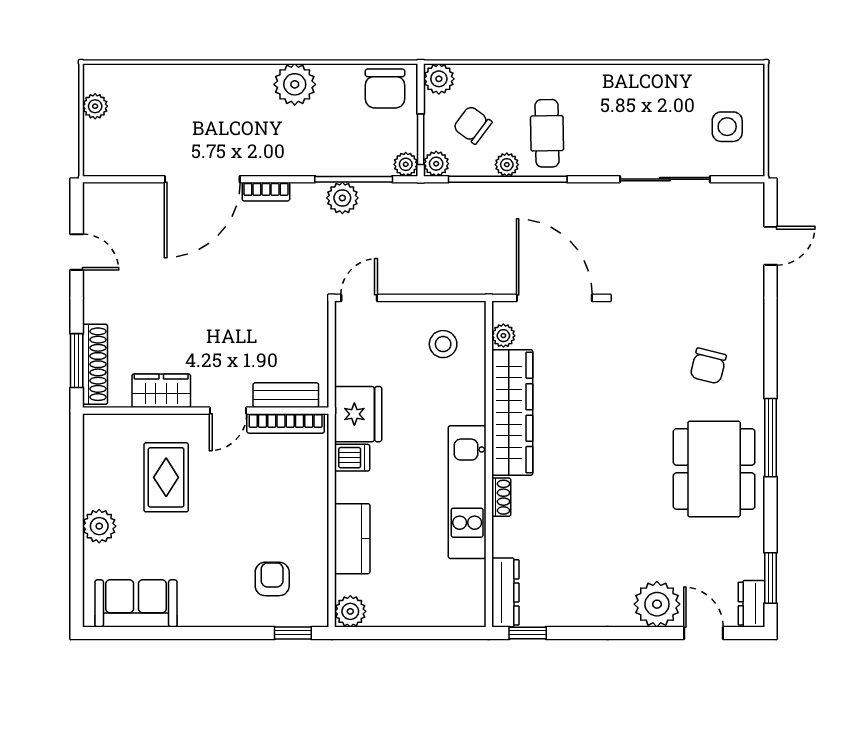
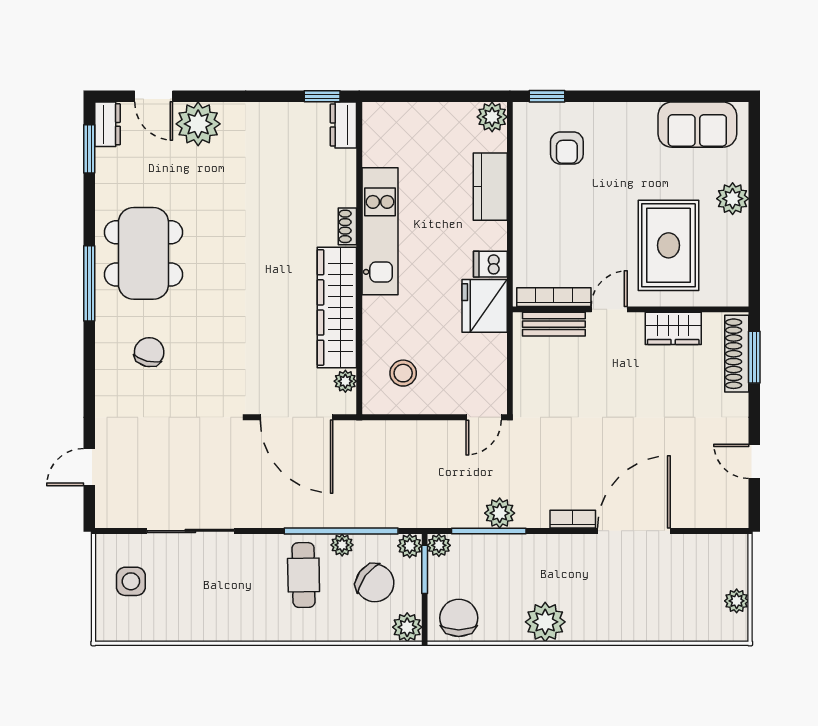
chair: (473, 125) -> (375, 583), width x1.37, depth x1.37
rug: (166, 477) -> (669, 245), width x1.36, depth x1.43
dresser: (505, 592) -> (343, 125), width x0.70

